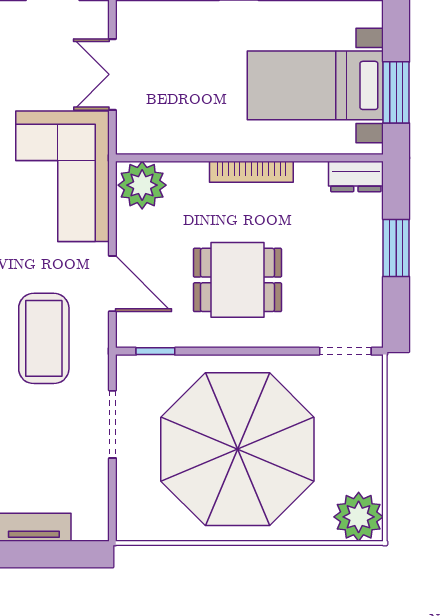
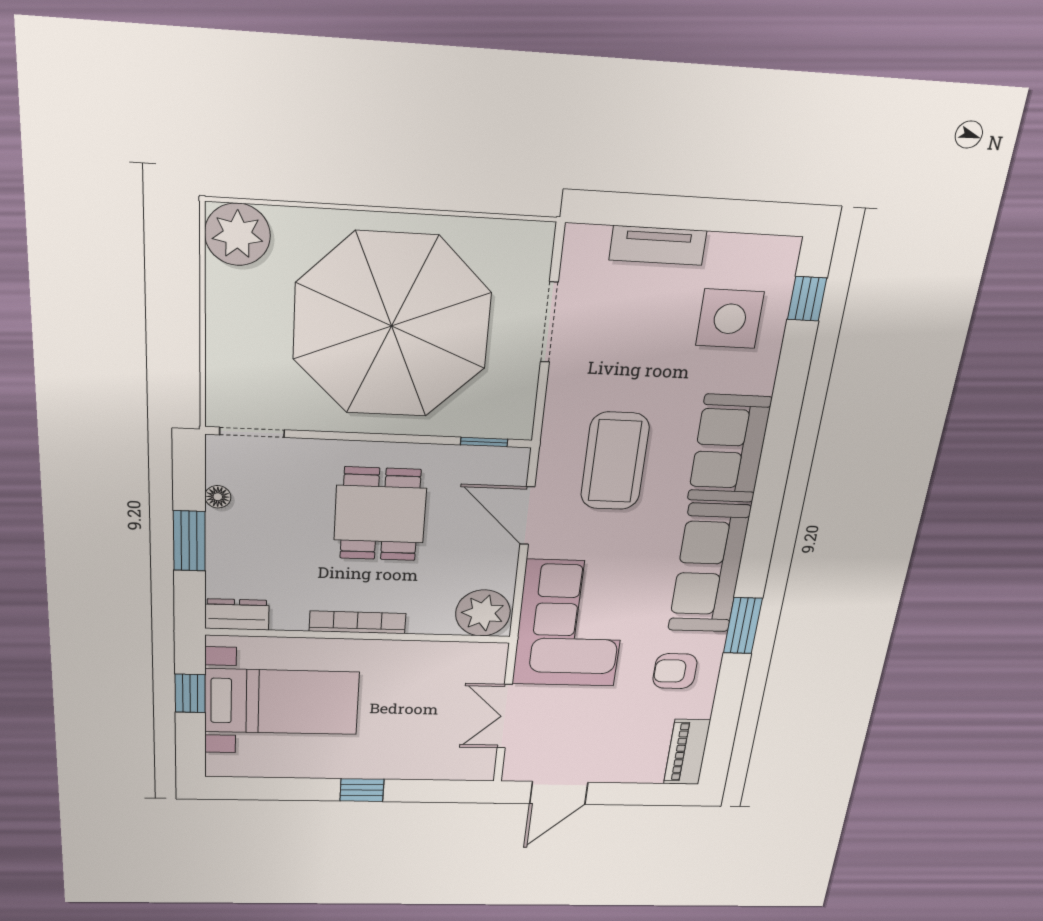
double door: (112, 74) -> (505, 716), swing flipped
window: (396, 92) -> (190, 693), width x0.67
dining table: (237, 280) -> (380, 514), turned 90
floor lamp: (373, 291) -> (218, 497), added
doorway: (112, 424) -> (549, 322), moved

